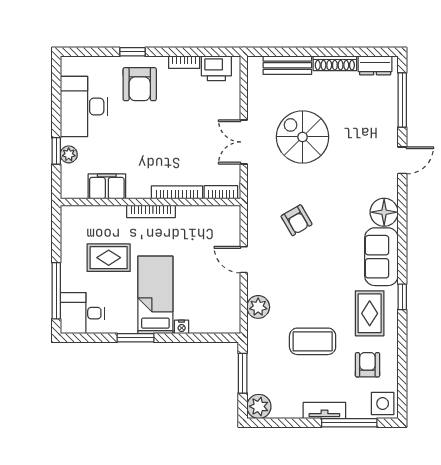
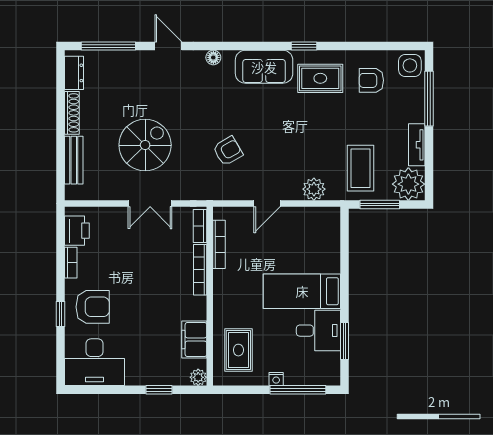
desk: (84, 106) -> (94, 362), moved
spiral stairs: (303, 137) -> (145, 145), turned 180
plant: (69, 154) -> (198, 377), moved
bookcase: (151, 211) -> (219, 244), moved
floor lamp: (384, 212) -> (213, 57), width x0.53, depth x0.53
rug: (109, 258) -> (238, 350), moved
desk: (82, 313) -> (318, 331), moved, turned -90
nightstand: (182, 327) -> (276, 379), moved, turned 90
window: (135, 338) -> (345, 341), moved
coffee table: (313, 341) -> (360, 168), moved
plant: (259, 406) -> (408, 184), width x1.36, depth x1.36
tv unit: (324, 410) -> (417, 145), moved

